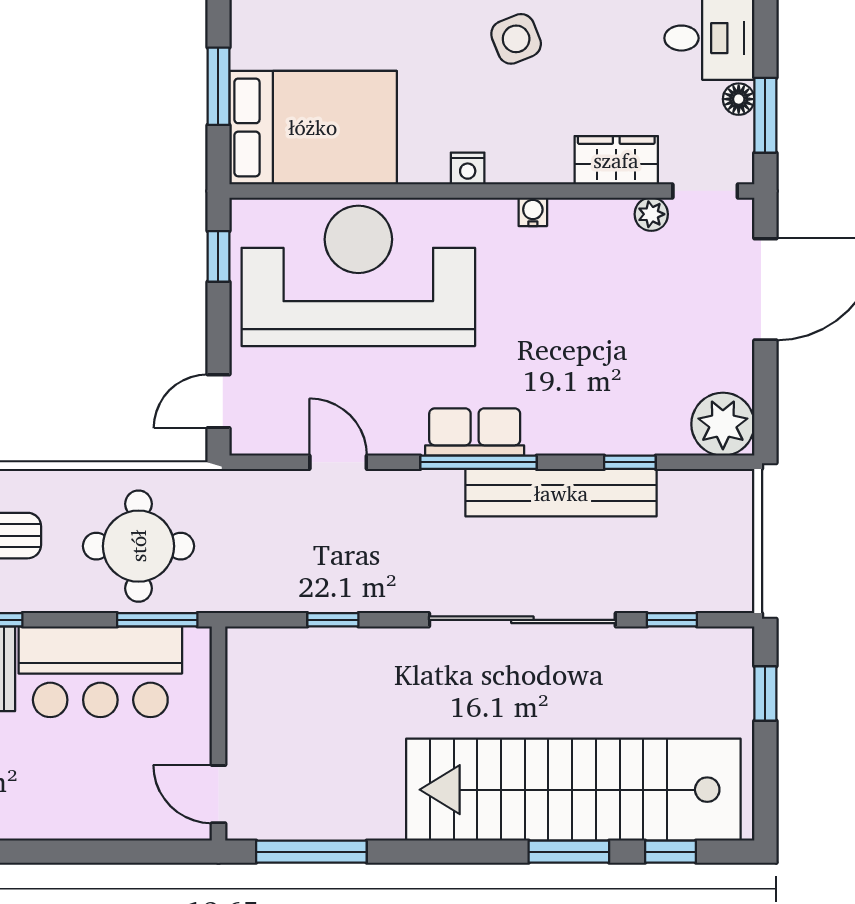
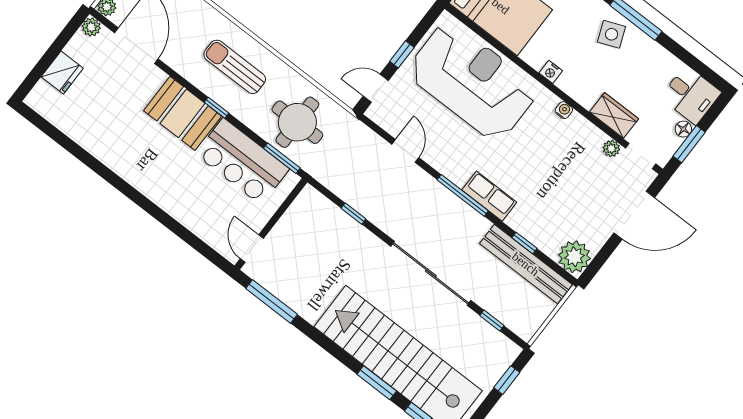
window: (218, 256) -> (402, 54), moved
row of seats: (475, 432) -> (489, 196), moved
bench: (561, 493) -> (526, 264), moved

